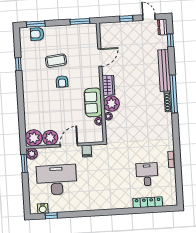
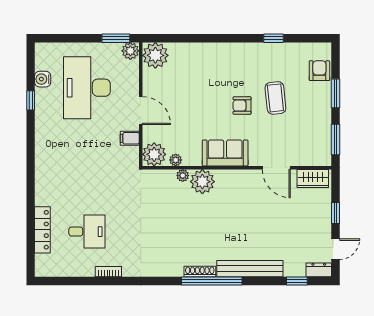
window: (36, 24) -> (335, 93), moved
wardrobe: (108, 85) -> (313, 178), moved
sofa: (93, 102) -> (225, 153), moved
plant: (50, 138) -> (154, 154), moved
desk: (57, 180) -> (87, 88), turned 180
water cooler: (43, 209) -> (43, 79), moved
window: (51, 216) -> (31, 100), moved

